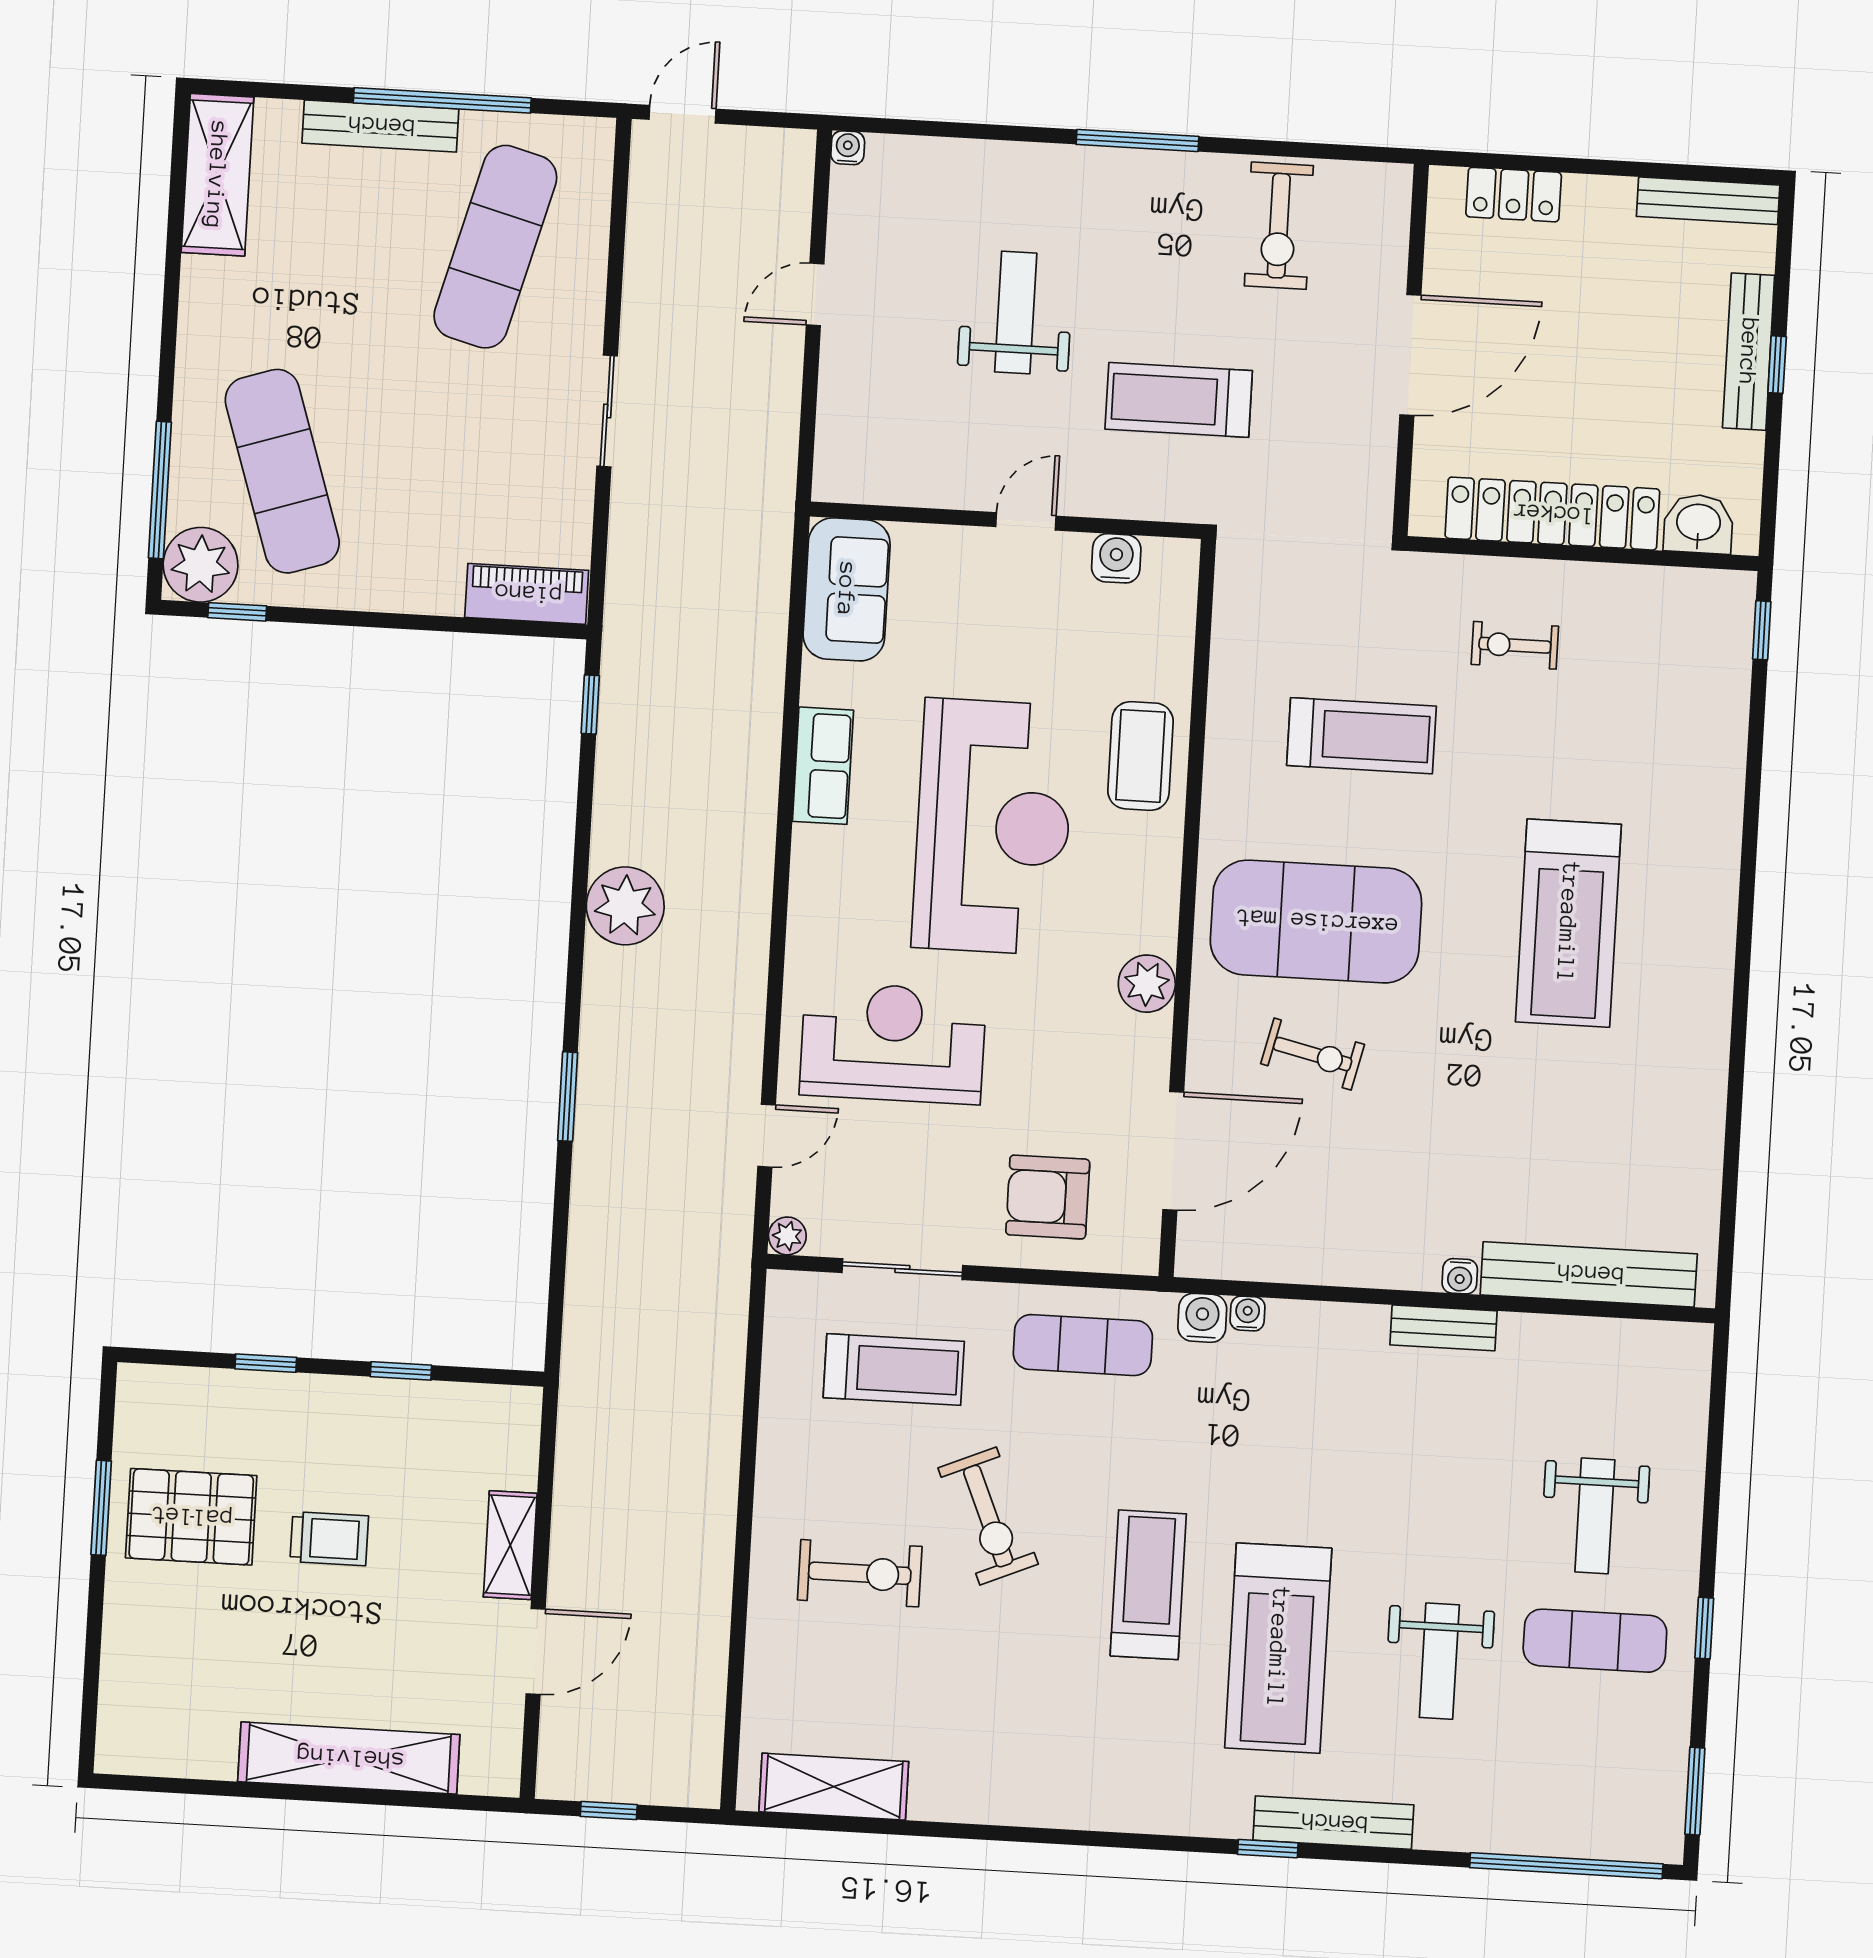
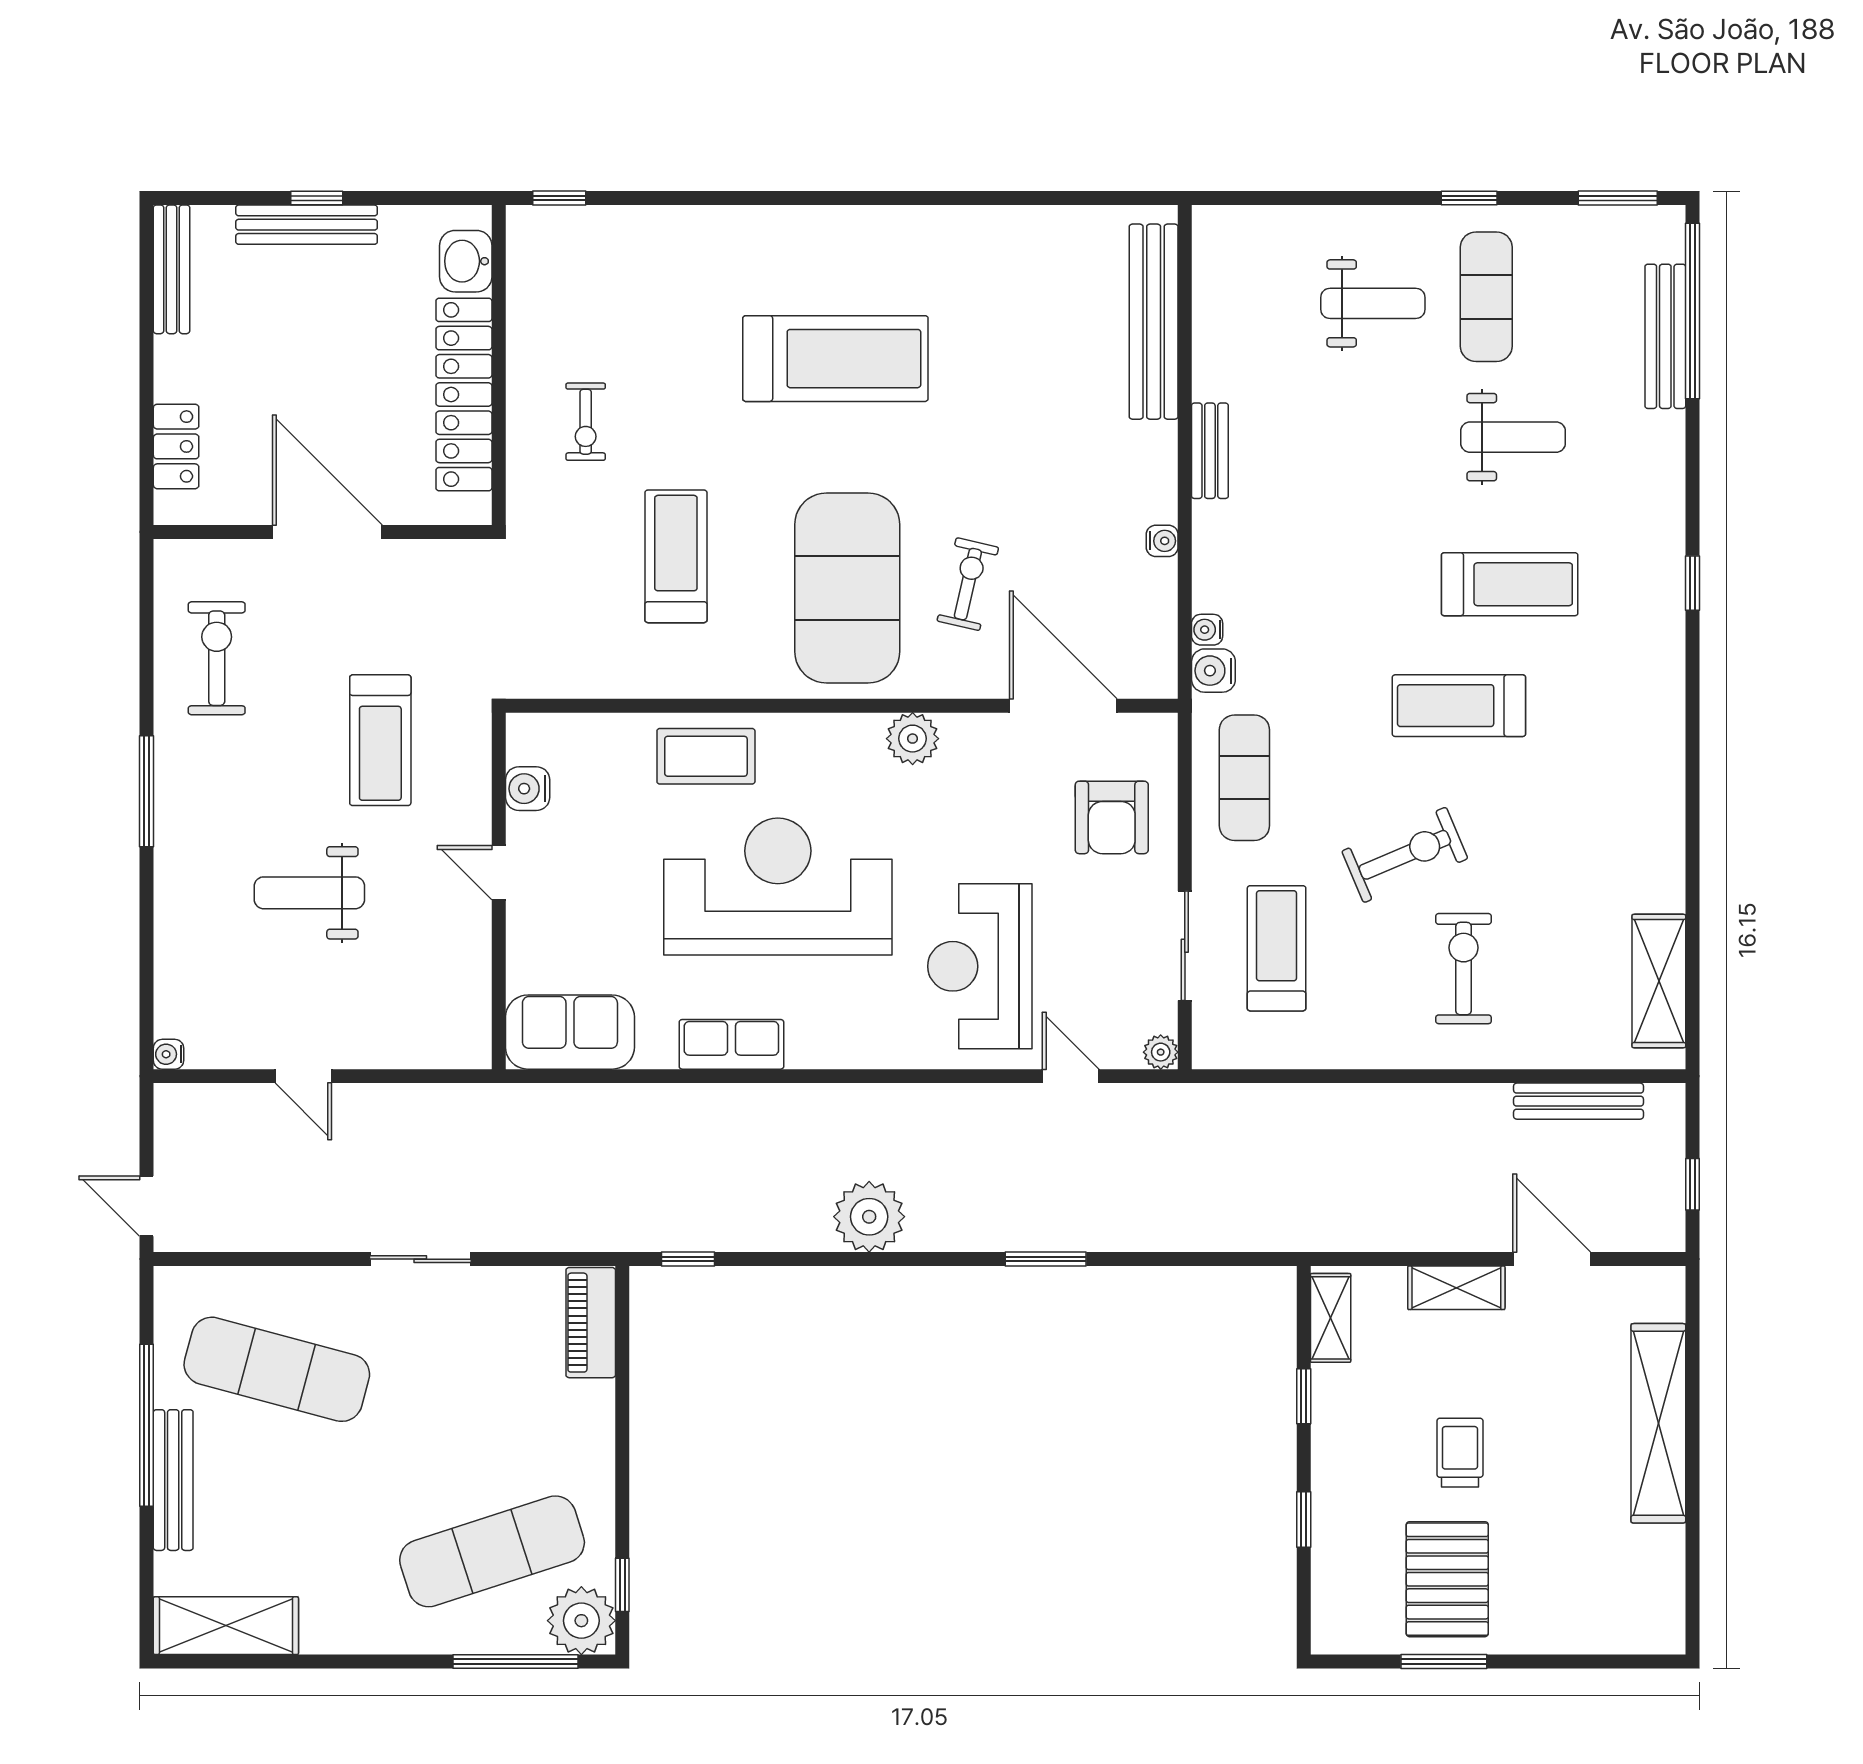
exercise bike: (1279, 226) -> (217, 658), turned -90
water cooler: (1460, 1276) -> (1162, 541), moved
shelving: (485, 1405) -> (1331, 1318), added
treadmill: (1278, 1648) -> (1510, 584), width x0.73, depth x0.73
bench: (707, 1691) -> (1579, 1101), added
bench: (1333, 1823) -> (1665, 336), moved

